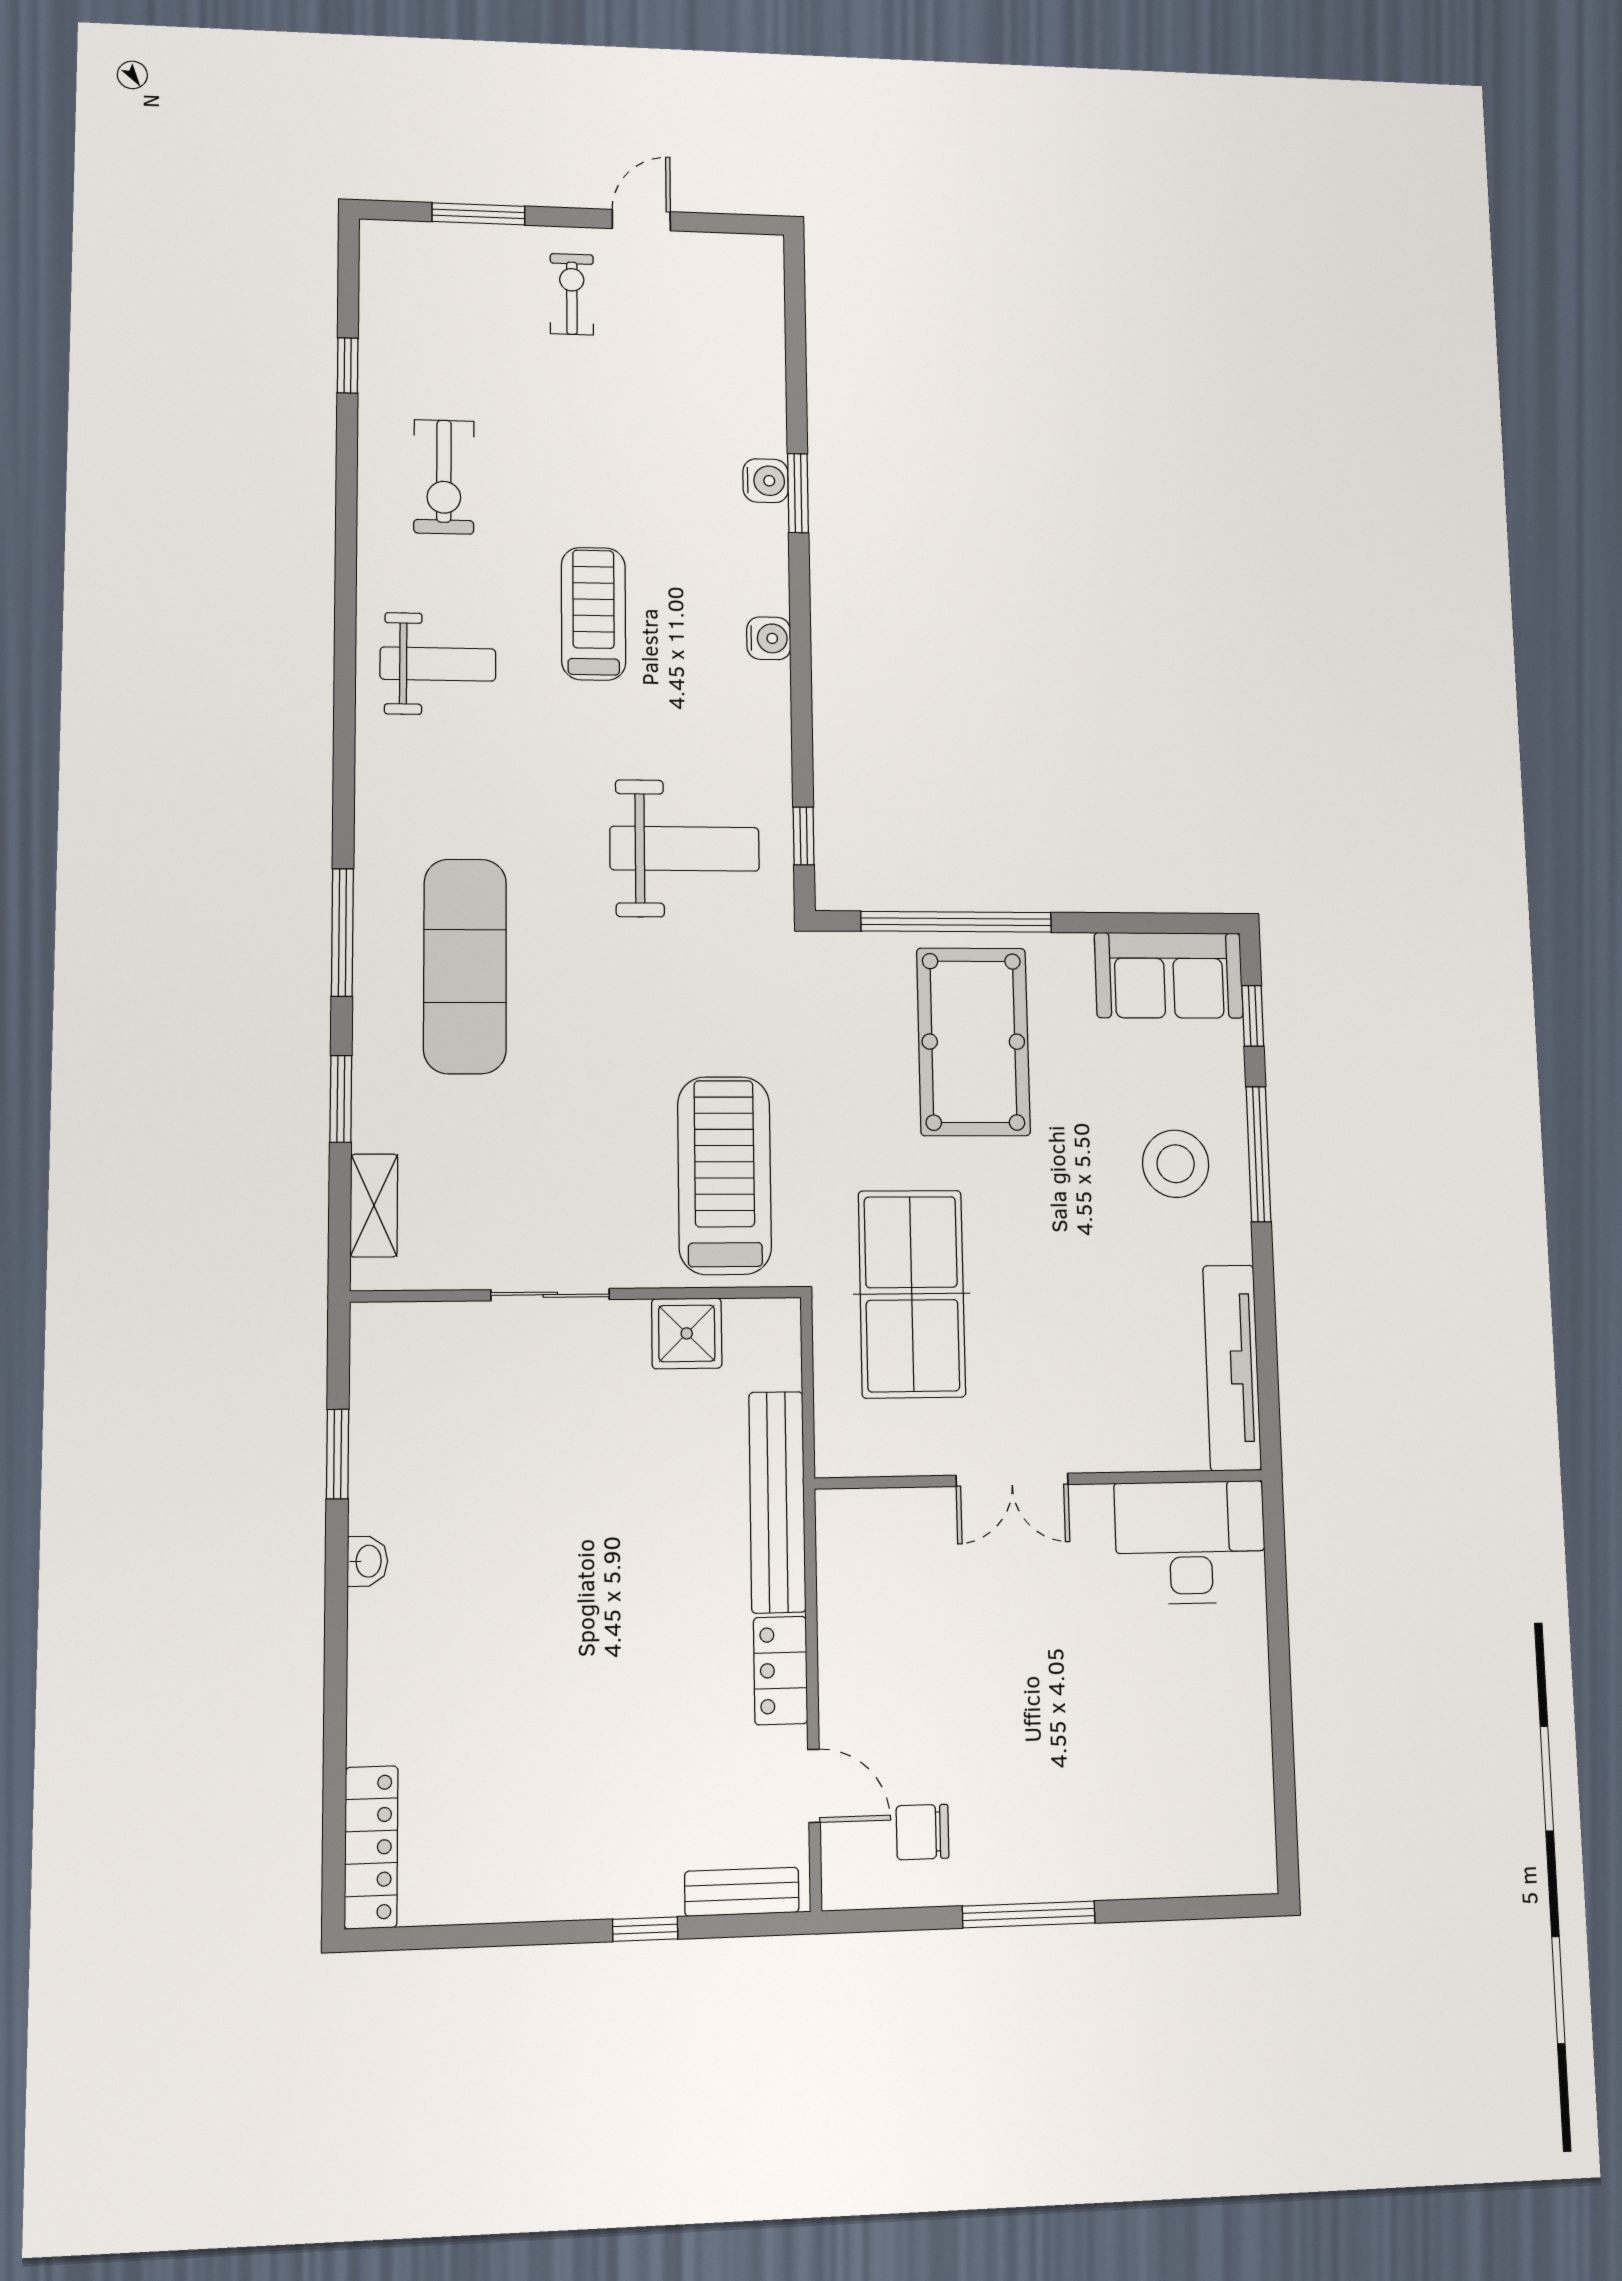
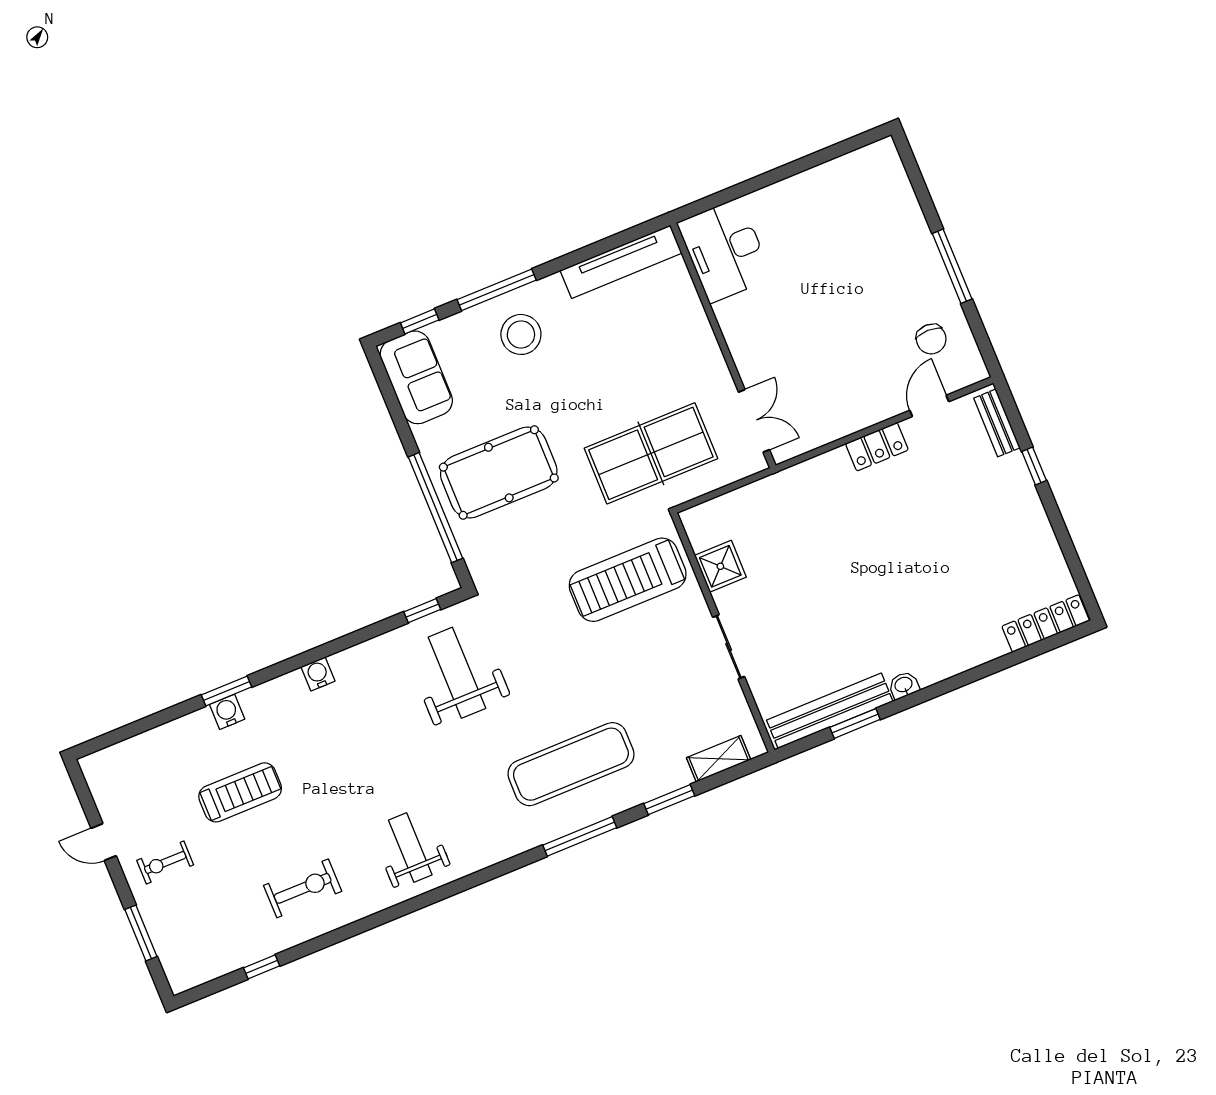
treadmill: (593, 614) -> (240, 792), moved, turned 180
double door: (1012, 1480) -> (754, 421), moved
bench: (777, 1502) -> (830, 711), moved

